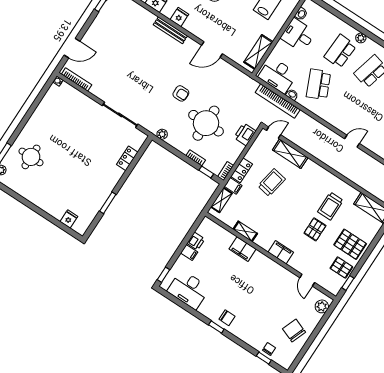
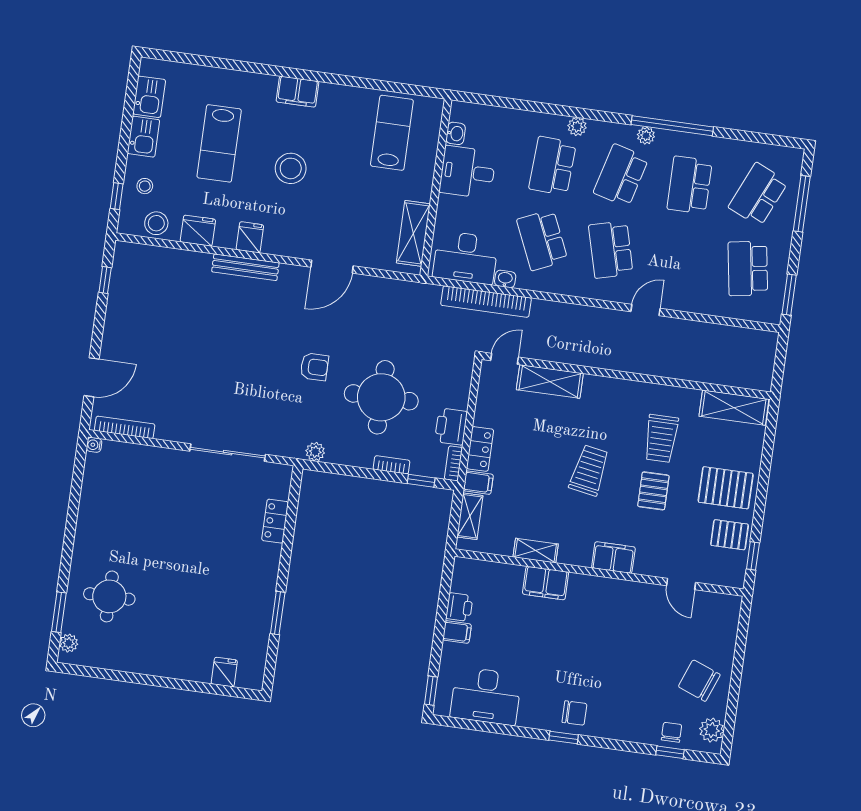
school desk: (349, 104) -> (611, 250), added
printer: (245, 134) -> (451, 427), moved
trolley: (272, 182) -> (589, 470), moved
plant: (322, 306) -> (712, 730), moved

